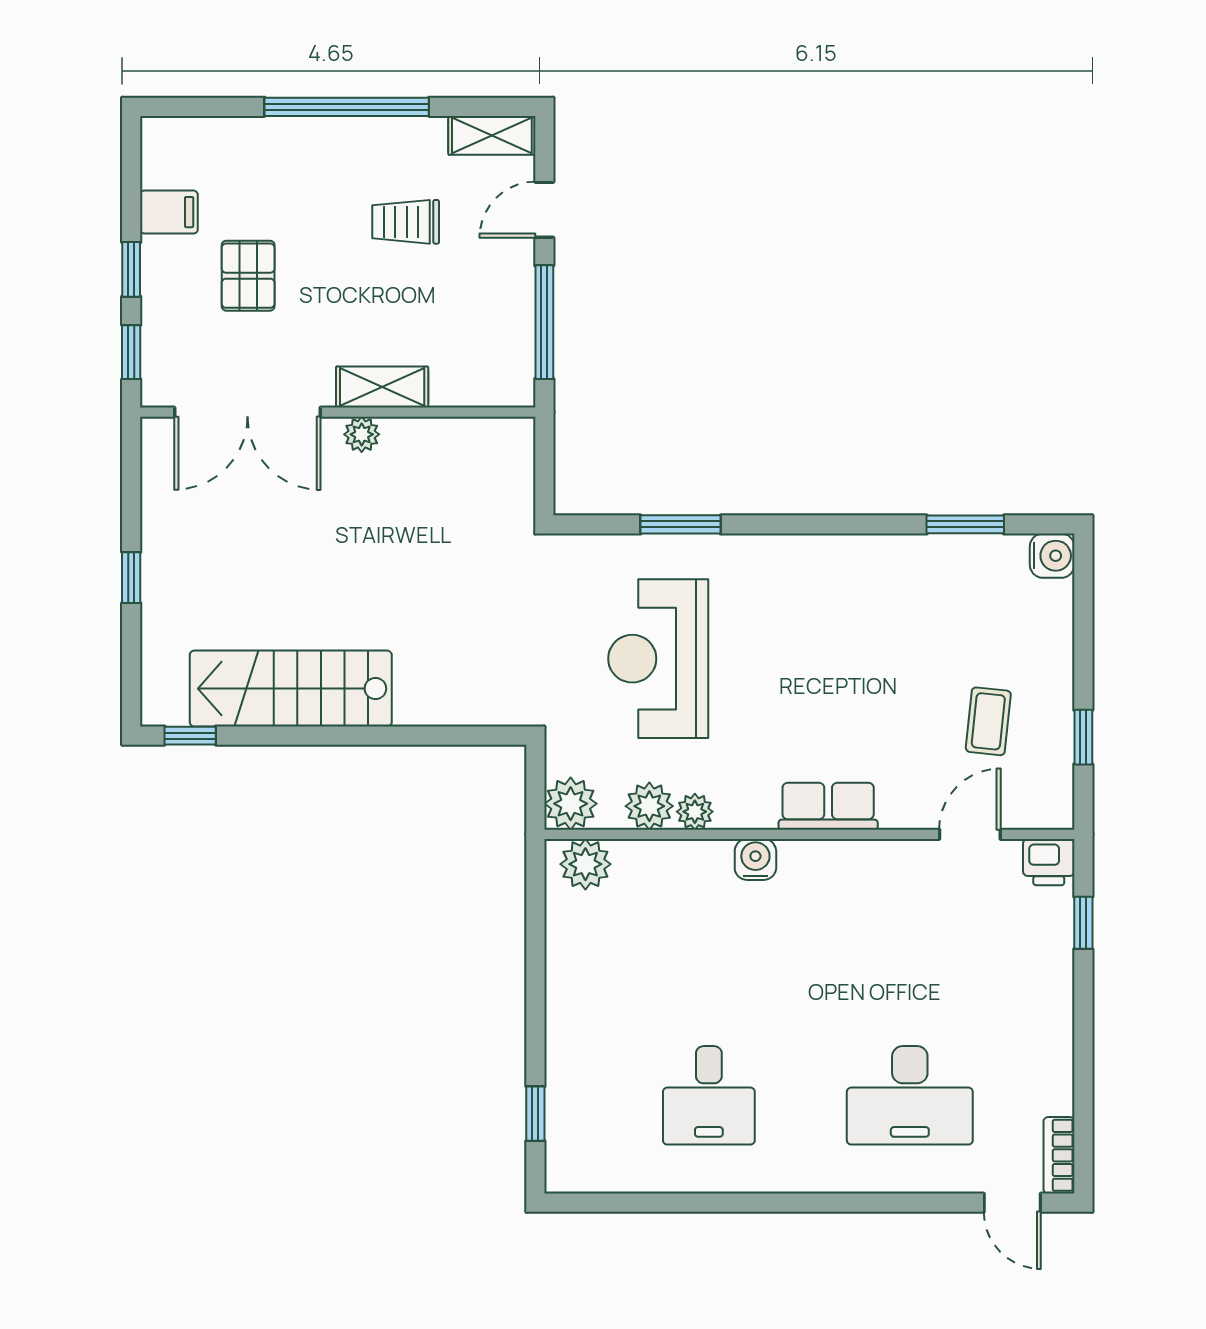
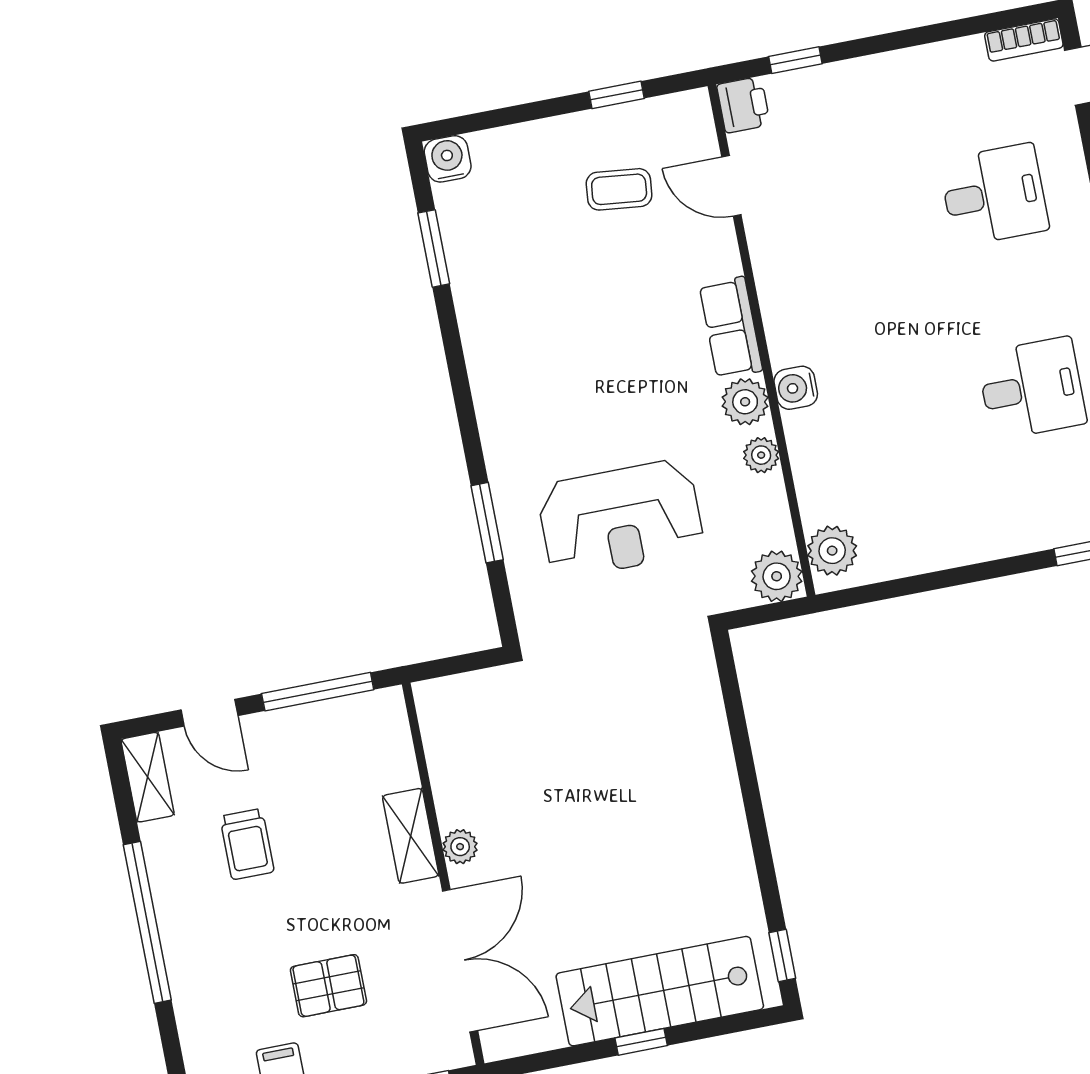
stairs: (291, 689) -> (660, 991), moved, turned 90
plant: (649, 806) -> (745, 402), moved
desk: (910, 1095) -> (994, 195), width x0.73

